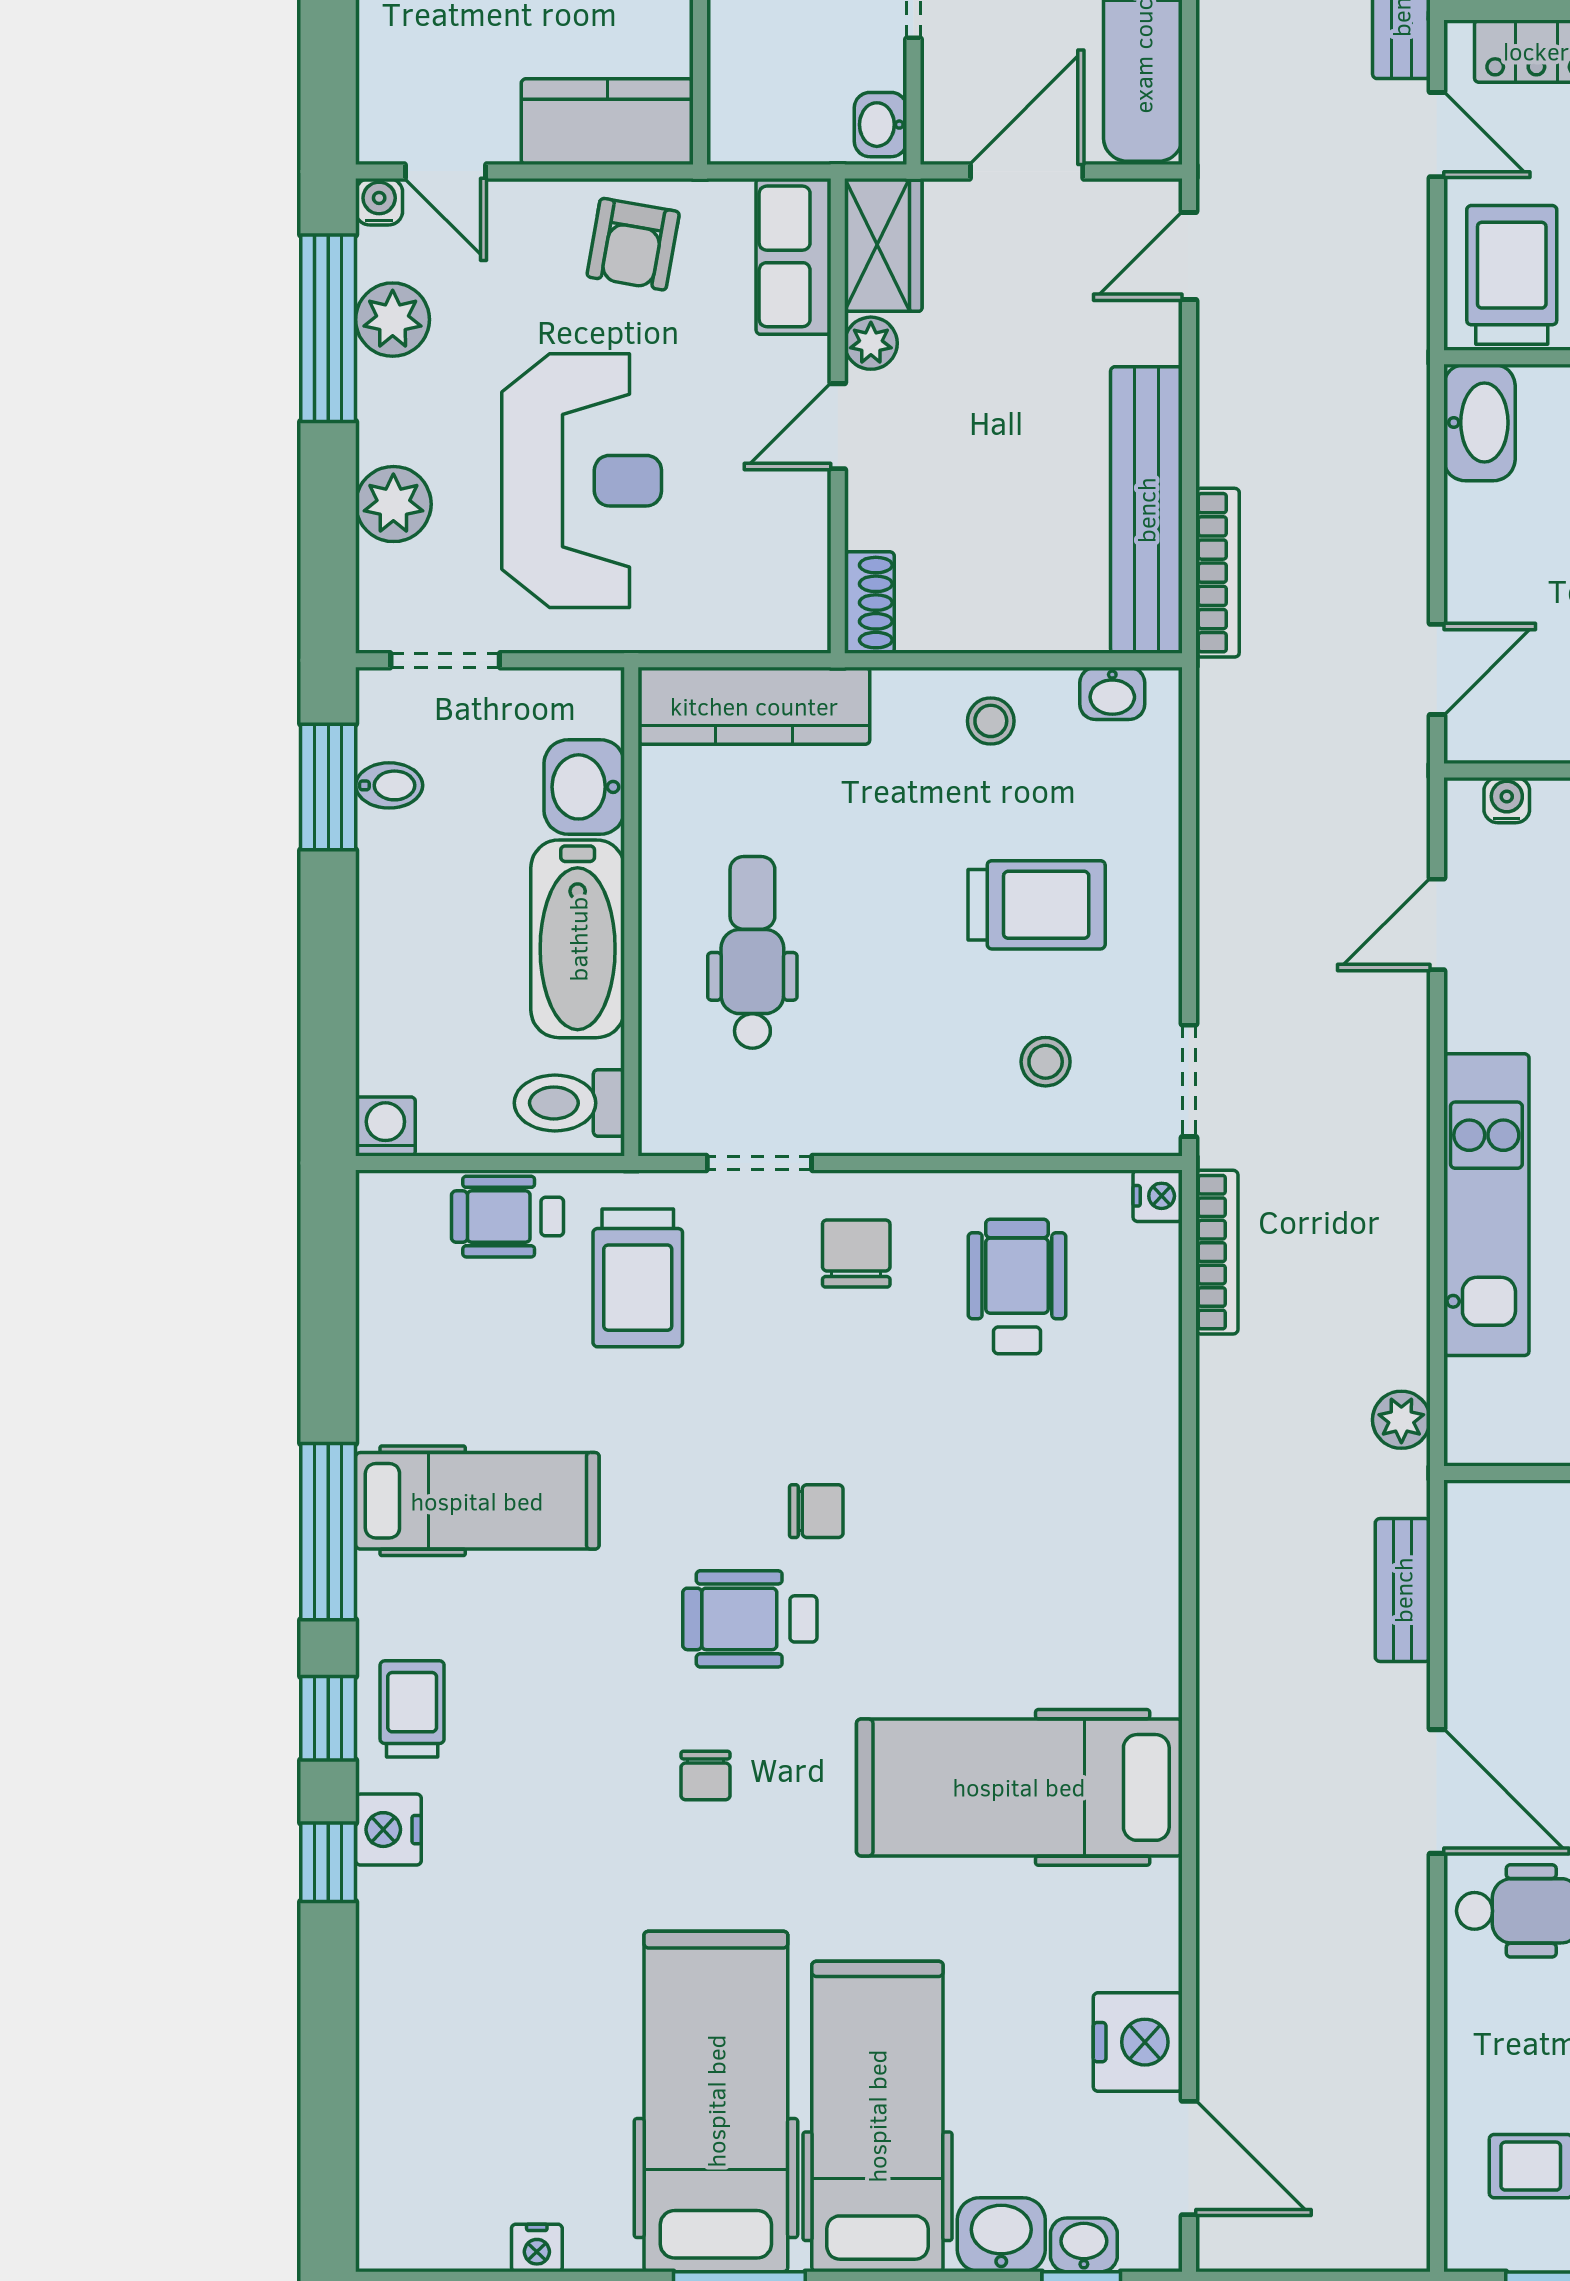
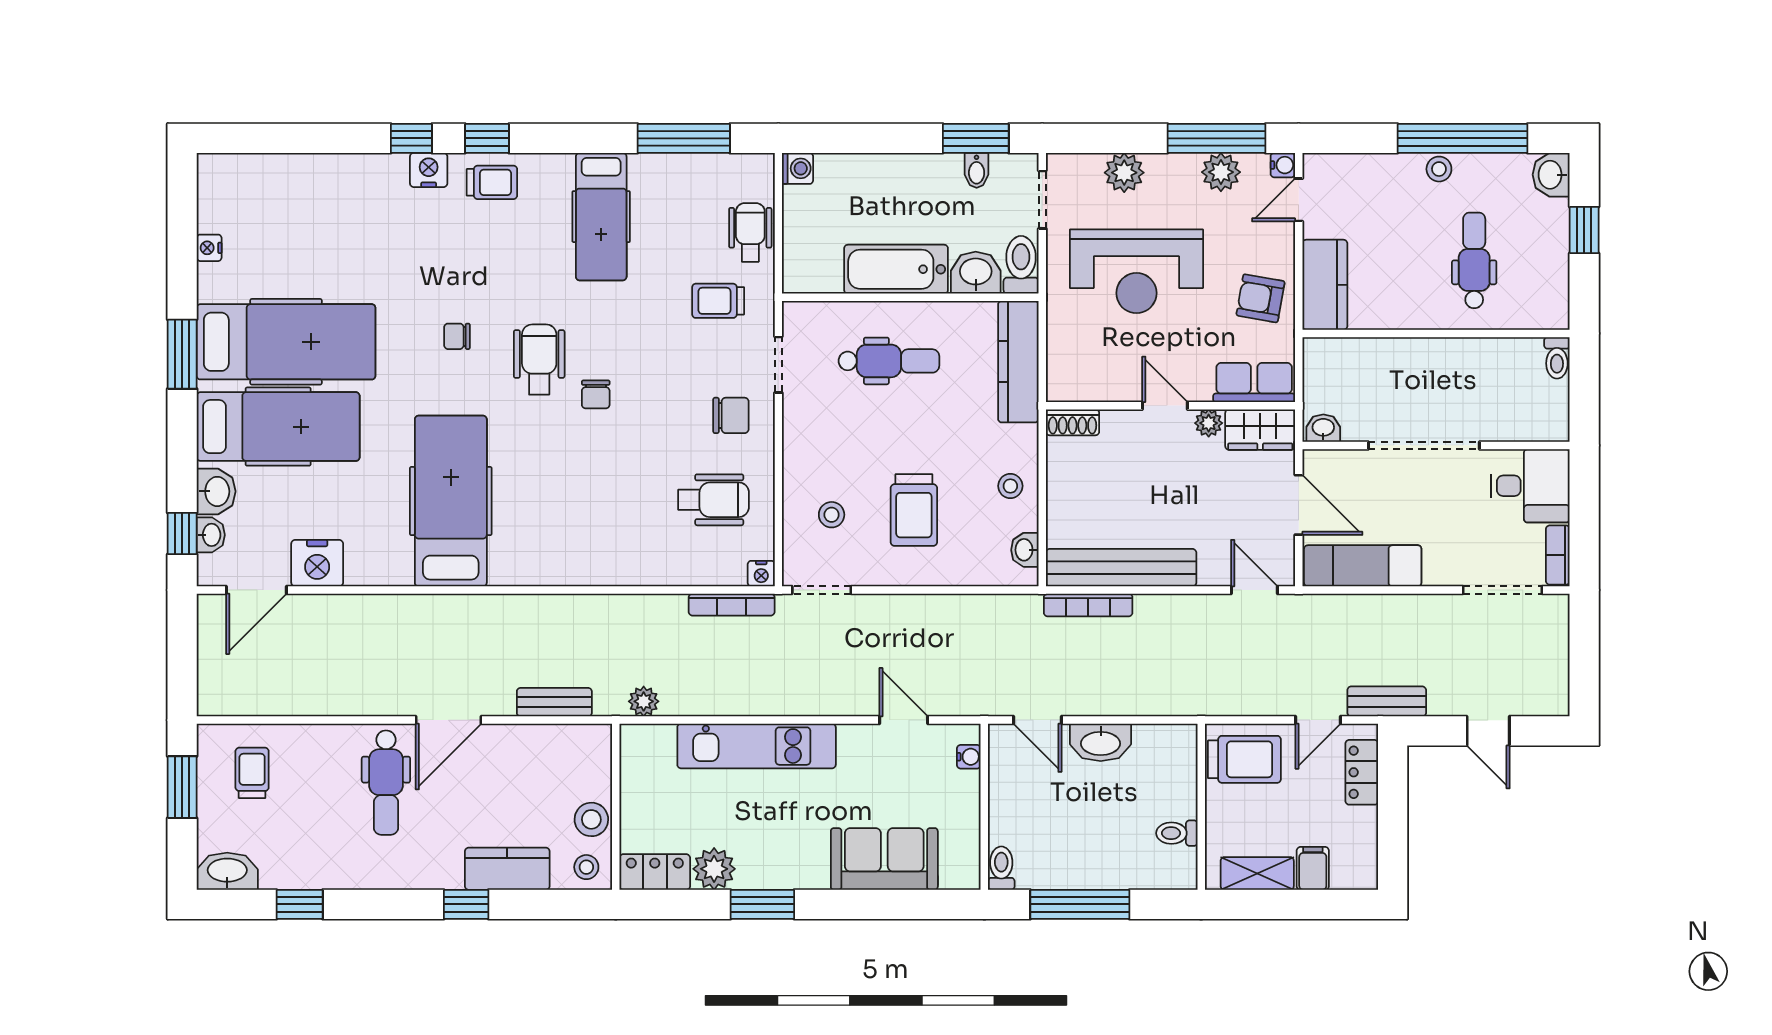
washbasin: (1479, 423) -> (1101, 742), moved
toilet: (569, 1103) -> (1021, 265), moved
trolley: (638, 1278) -> (718, 301), width x0.73, depth x0.72
window: (328, 1532) -> (684, 138), moved

